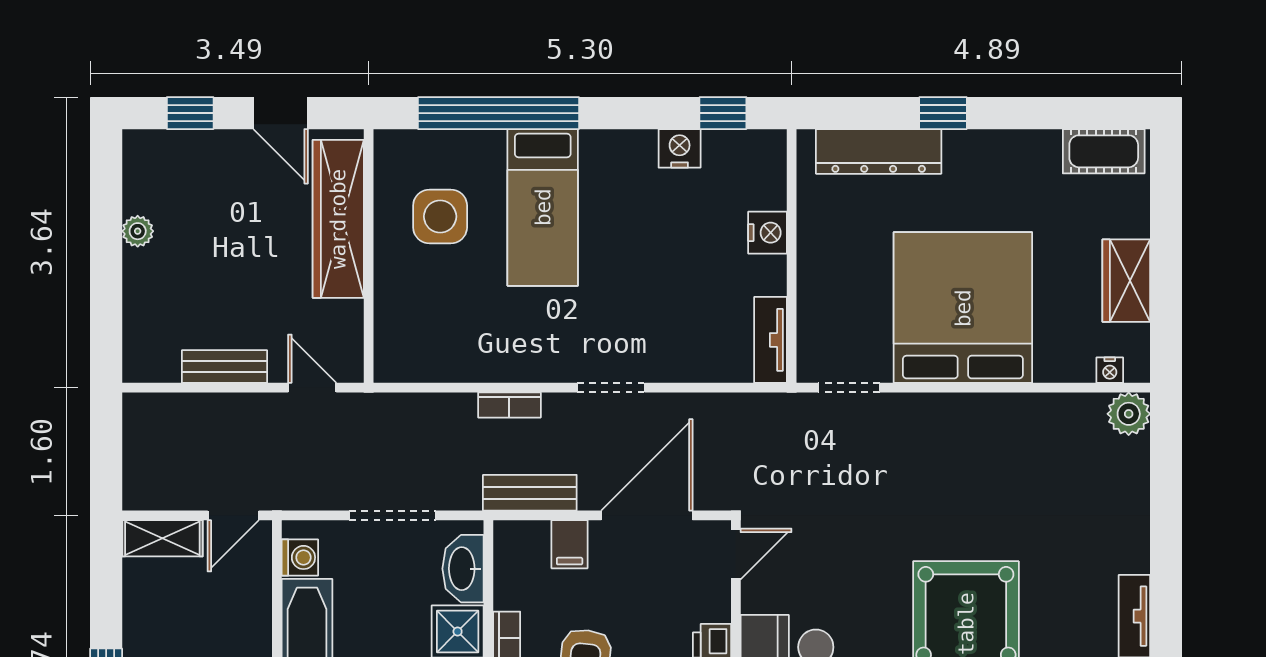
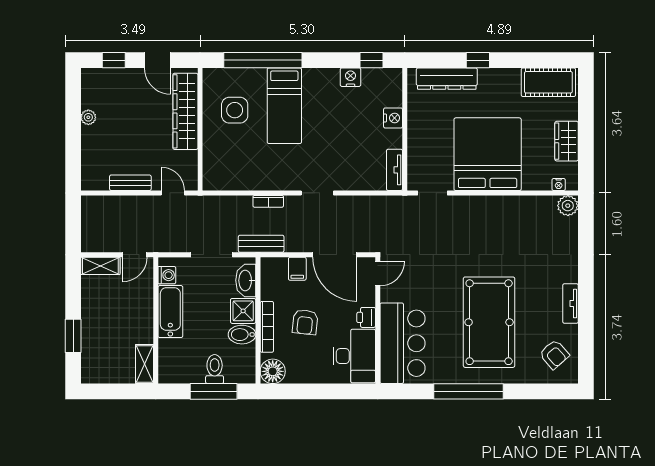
cot: (1104, 151) -> (548, 82), width x1.37, depth x1.34
bench: (530, 493) -> (261, 244), moved
door: (647, 515) -> (335, 255), swing flipped

